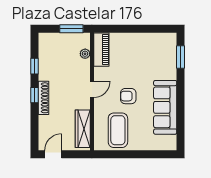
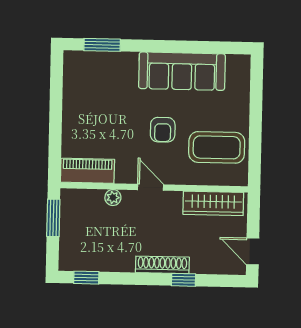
plant: (85, 54) -> (113, 198), moved
window: (34, 66) -> (86, 278), moved
window: (34, 95) -> (183, 280), moved

